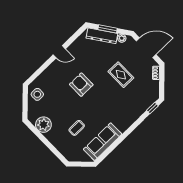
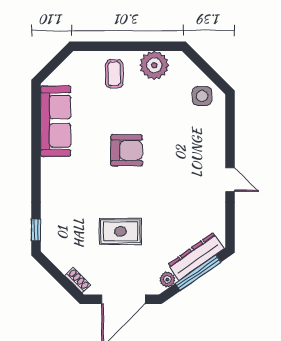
window: (108, 29) -> (198, 273), width x1.44
door: (59, 52) -> (230, 180), swing flipped
armchair: (81, 85) -> (127, 150), moved
coffee table: (77, 128) -> (114, 74), moved

